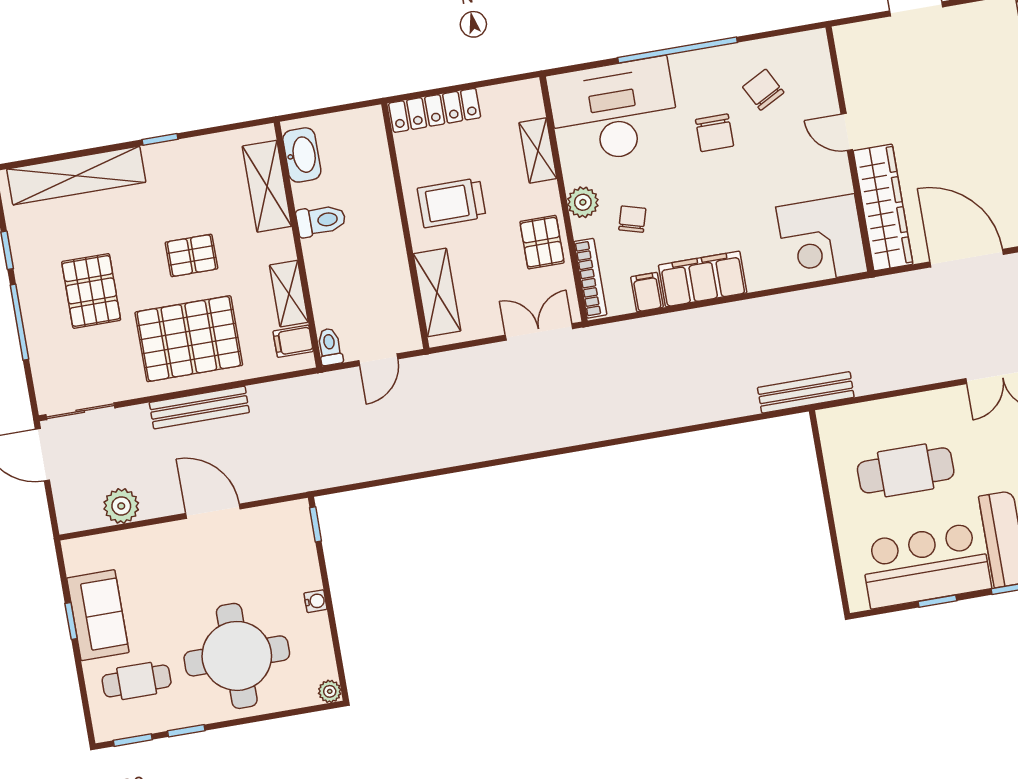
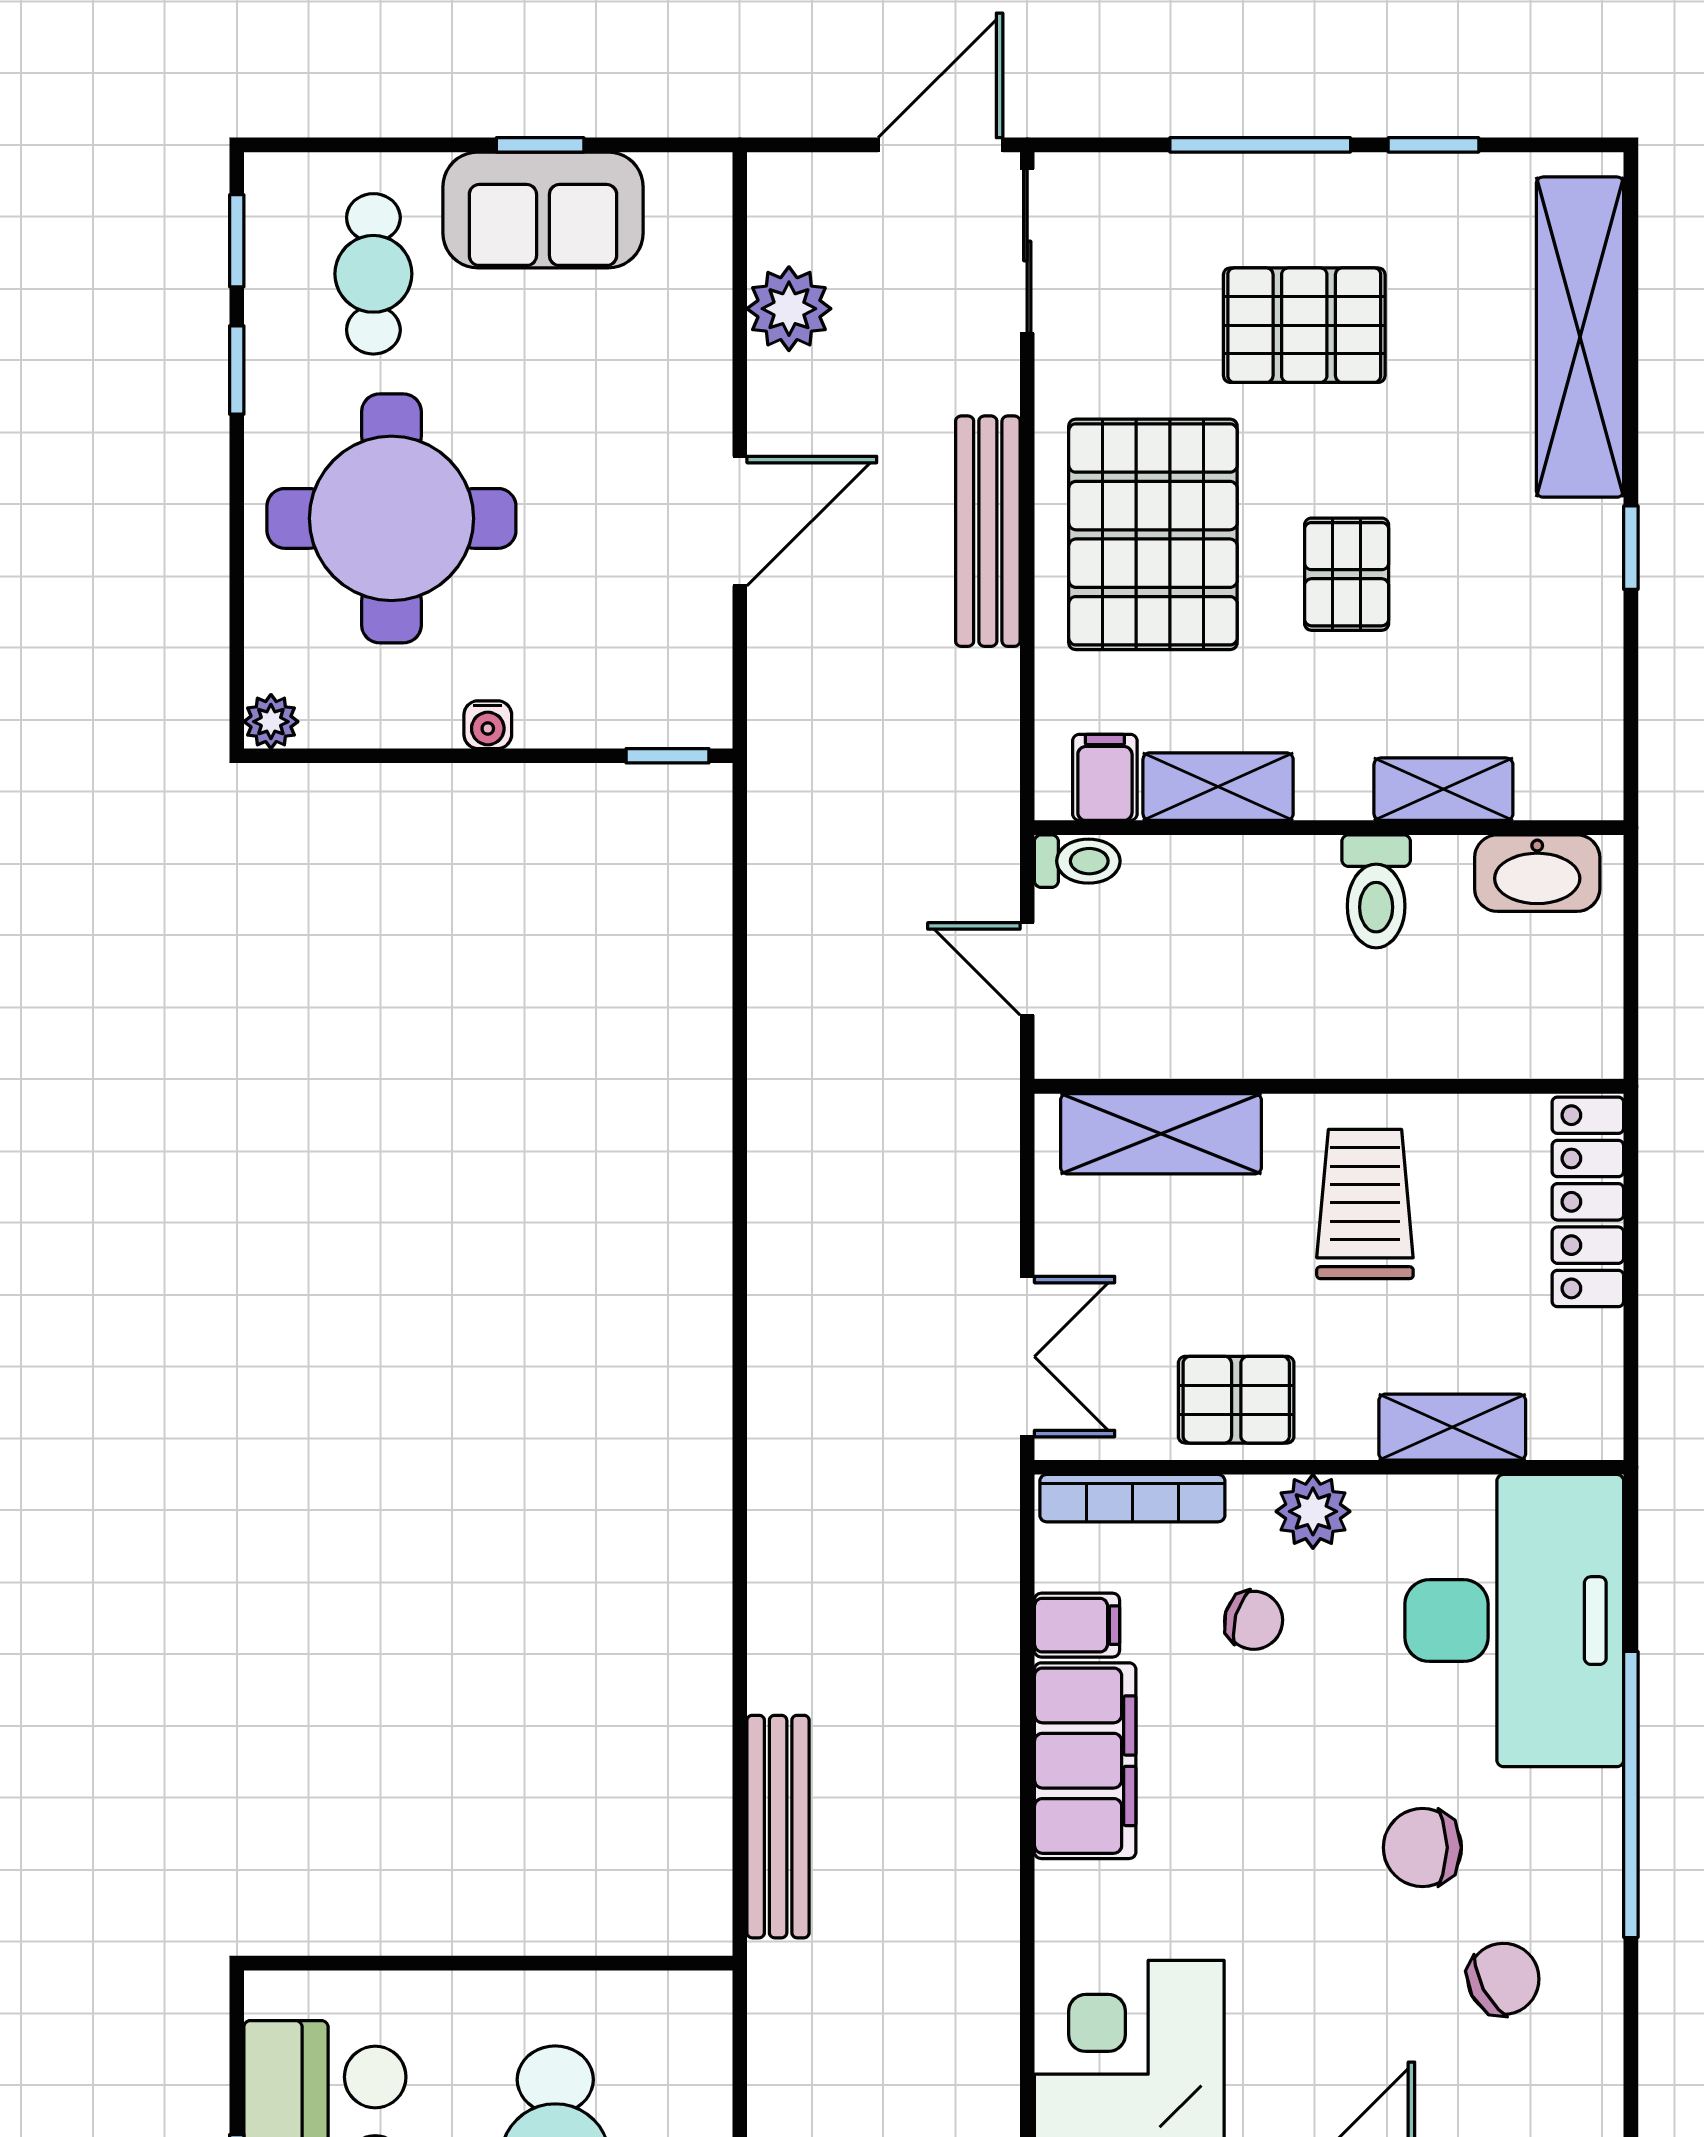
shelving: (267, 186) -> (1443, 789), width x0.67, depth x0.75
bench: (806, 392) -> (778, 1827), moved

